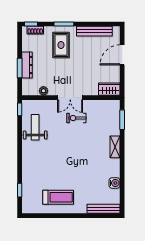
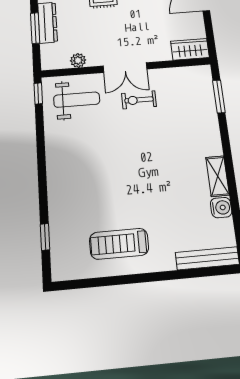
weight bench: (35, 127) -> (77, 100), moved, turned 90
shelving: (115, 147) -> (218, 176), moved
treadmill: (58, 197) -> (119, 244), turned 180

